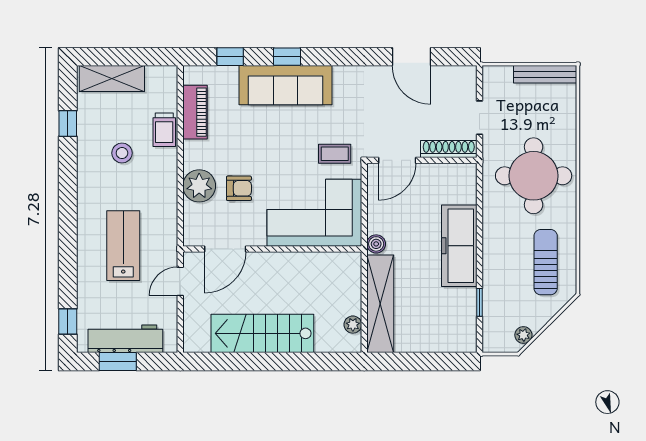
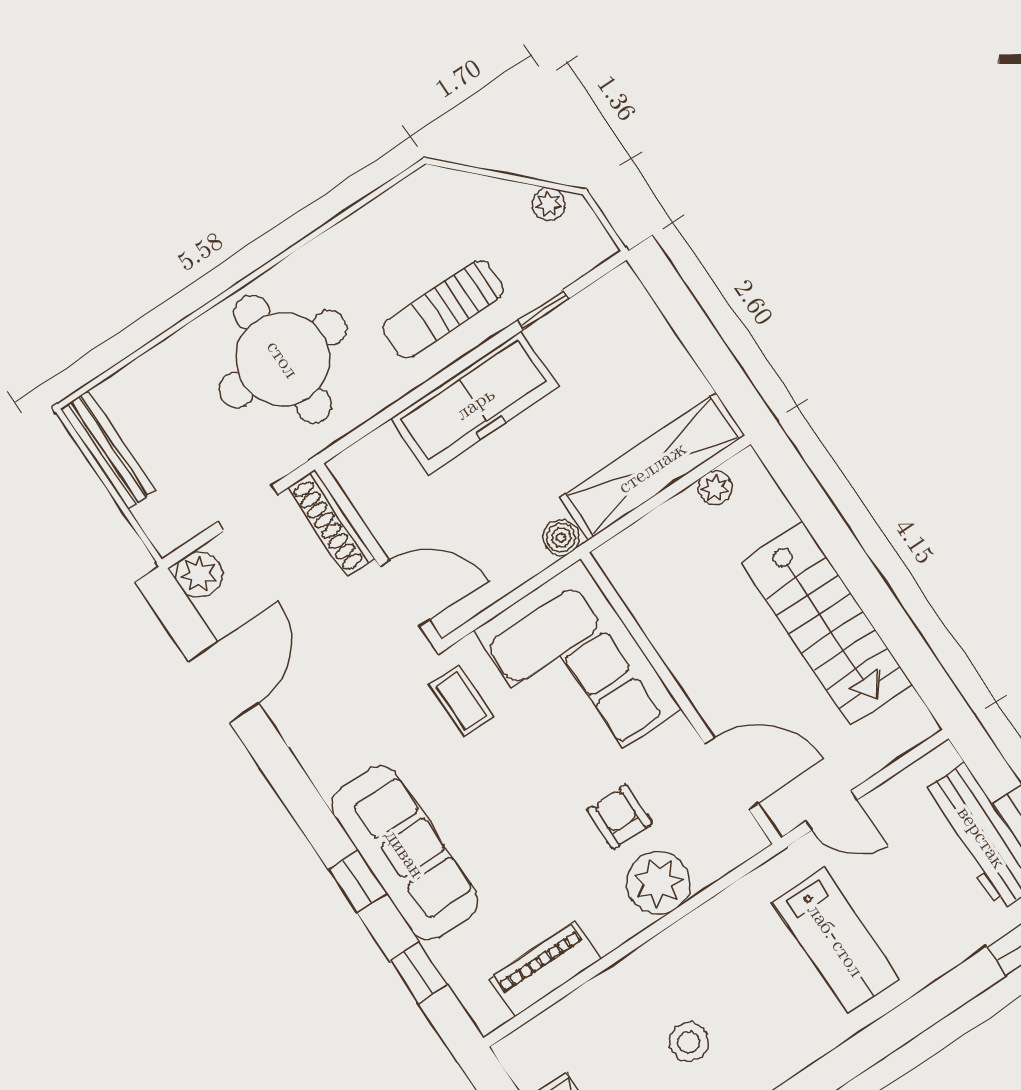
plant: (465, 77) -> (199, 574), added
trolley: (164, 130) -> (606, 999), removed
lab bench: (123, 246) -> (836, 940), turned -90
sun lounger: (546, 262) -> (443, 309), moved

